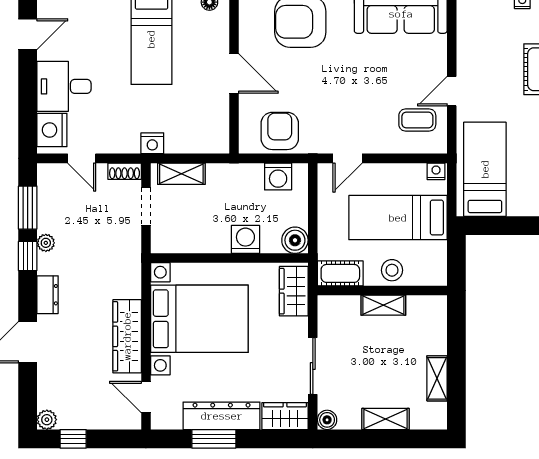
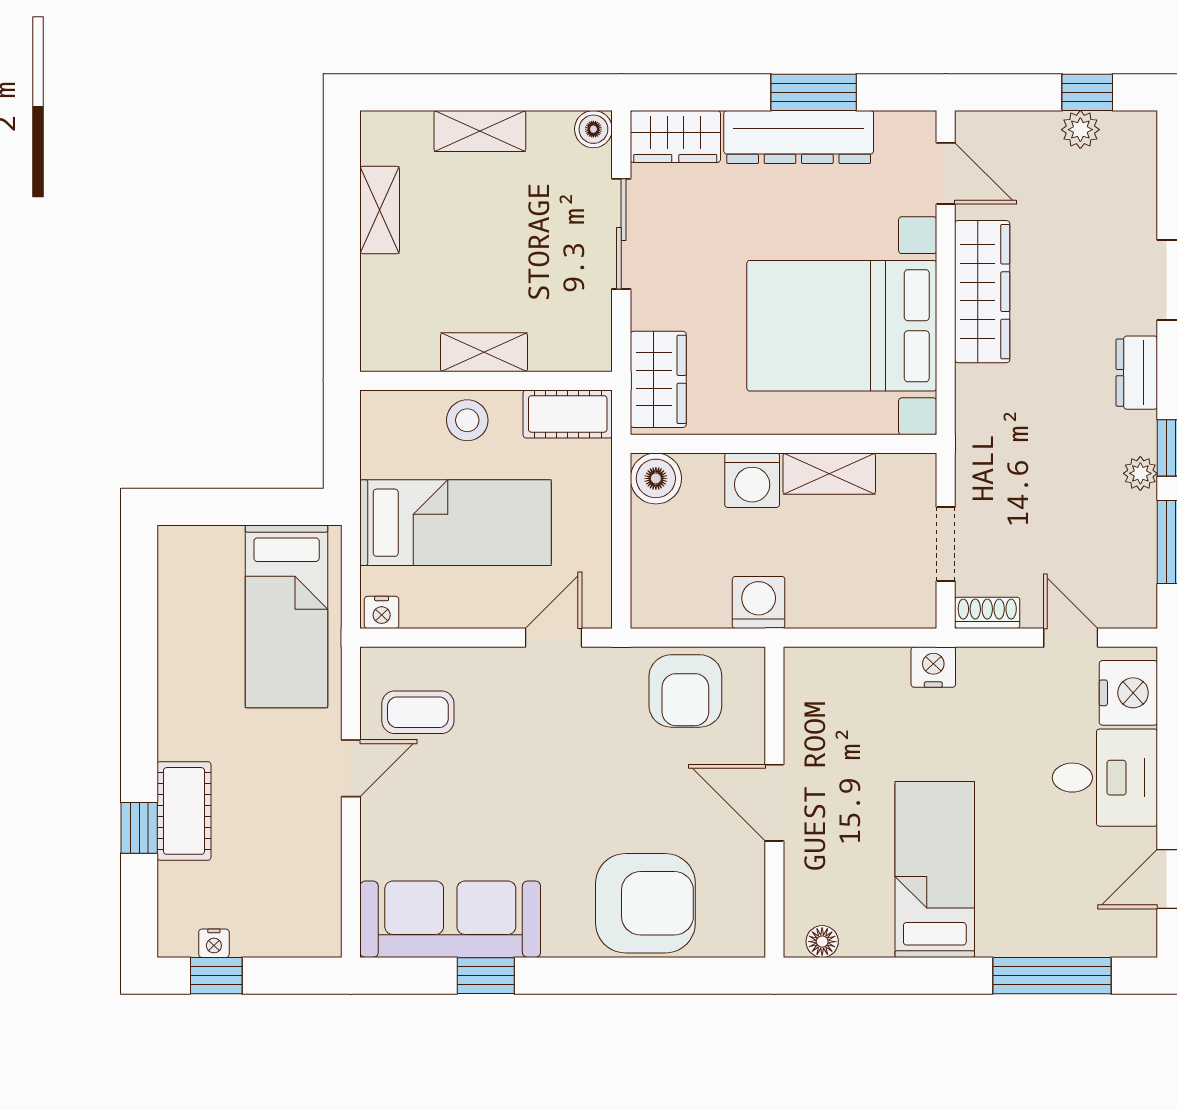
shelving: (181, 174) -> (829, 474), moved
washing machine: (278, 176) -> (759, 602), moved
plant: (47, 420) -> (1080, 130), moved

